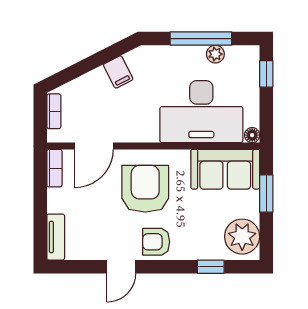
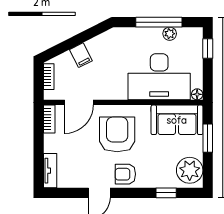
filing cabinet: (118, 72) -> (81, 55), moved

